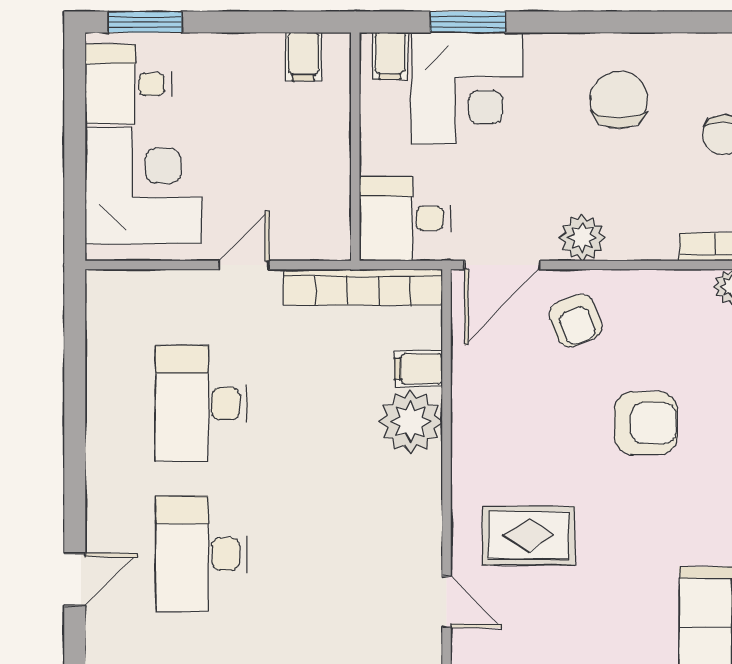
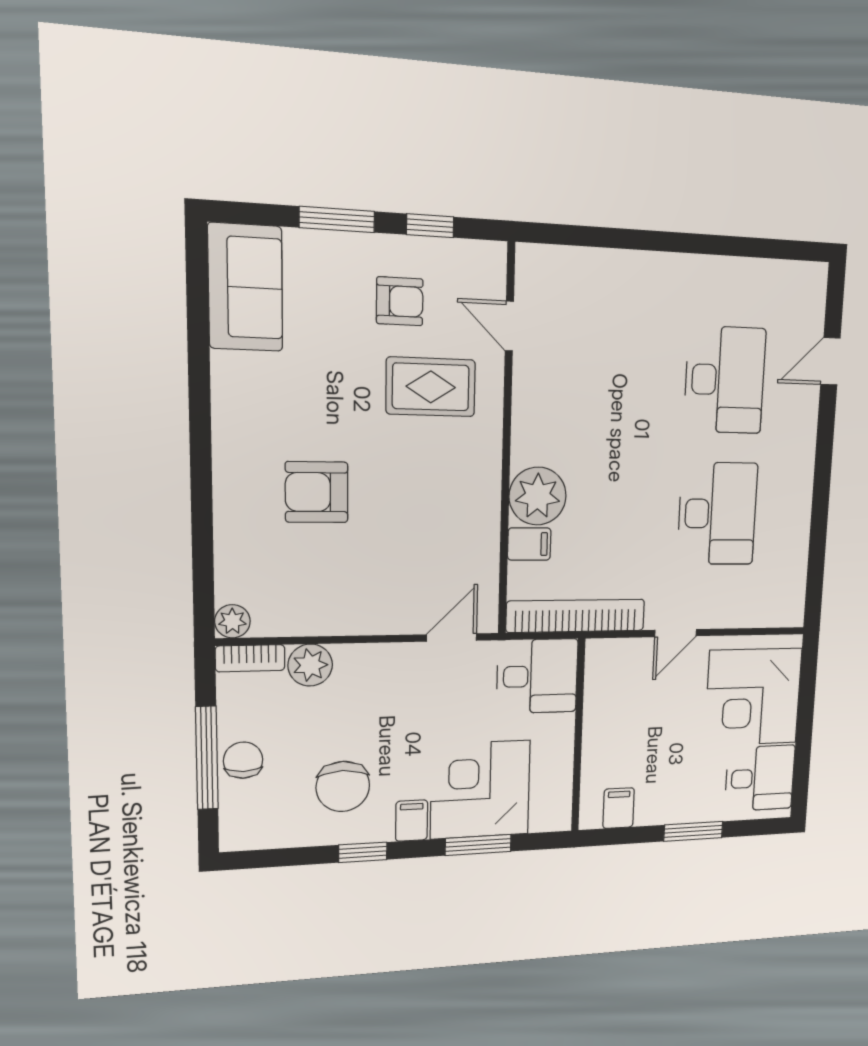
window: (145, 22) -> (693, 831), moved
window: (597, 22) -> (363, 852), added
filing cabinet: (390, 56) -> (412, 821), moved
plant: (582, 238) -> (310, 665), moved
door: (502, 265) -> (452, 637), width x0.73
armchair: (575, 320) -> (400, 301), moved, turned 111

